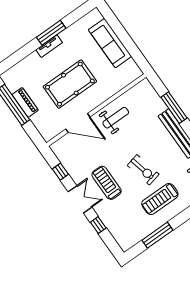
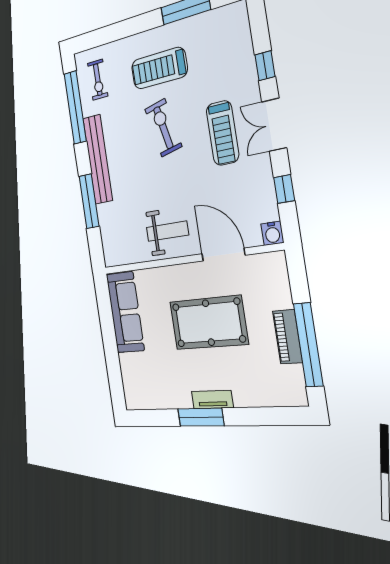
sofa: (110, 43) -> (125, 312), moved
weight bench: (116, 118) -> (167, 231), turned 180
water cooler: (56, 148) -> (272, 233), added
treadmill: (160, 199) -> (159, 68), turned 180

